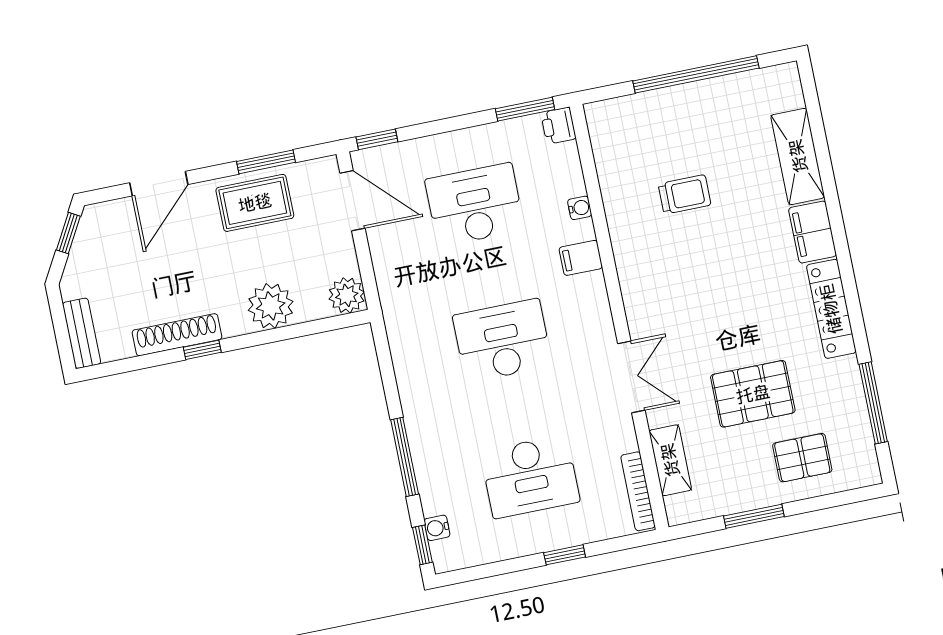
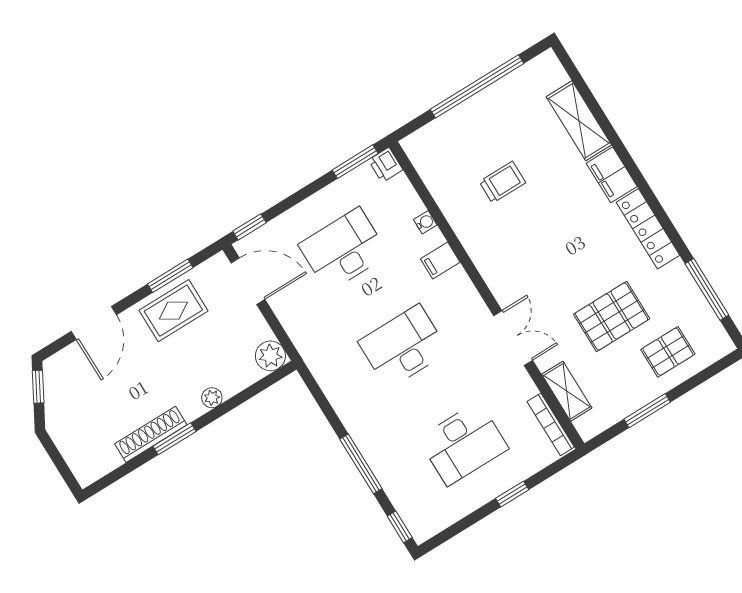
plant: (271, 306) -> (212, 398), width x0.53, depth x0.53
bench: (82, 333) -> (77, 460), removed
window: (202, 350) -> (174, 439), width x1.50
water cooler: (437, 528) -> (406, 509), removed

